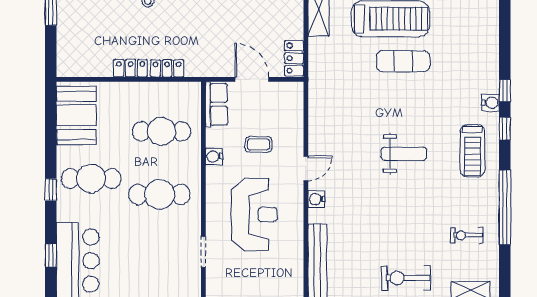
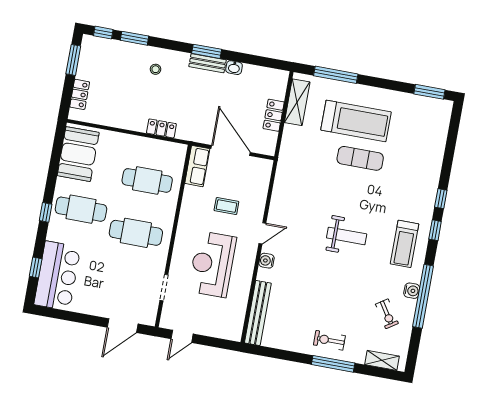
locker: (294, 58) -> (274, 115), moved
locker: (131, 68) -> (80, 94), moved, turned 90
door: (252, 79) -> (231, 150), width x1.36
water cooler: (491, 103) -> (412, 291), moved
water cooler: (214, 157) -> (187, 209), removed
reception desk: (254, 215) -> (212, 264), turned 180
exercise bike: (467, 235) -> (387, 314), turned -123
exercise bike: (406, 278) -> (329, 340), width x0.73, depth x0.72

